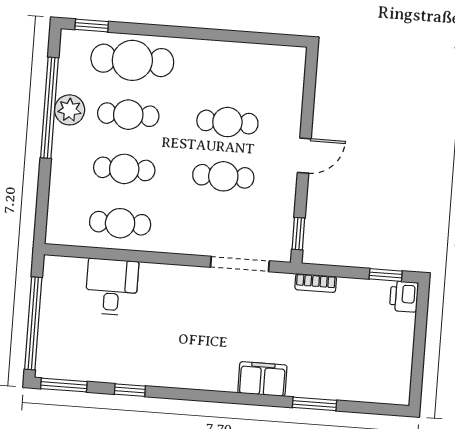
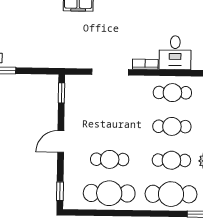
window: (310, 76) -> (60, 191), added
cafe table: (223, 176) -> (109, 193), moved, width x1.37, depth x1.35
doorway: (240, 264) -> (110, 72), moved
bookcase: (316, 283) -> (145, 64), moved

